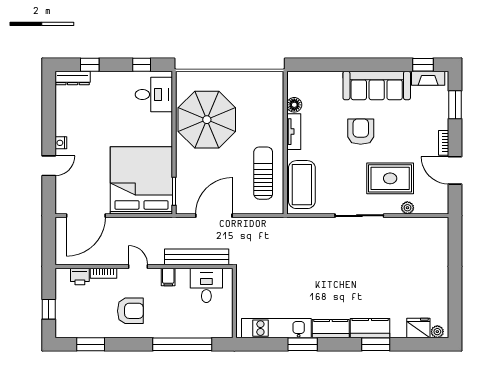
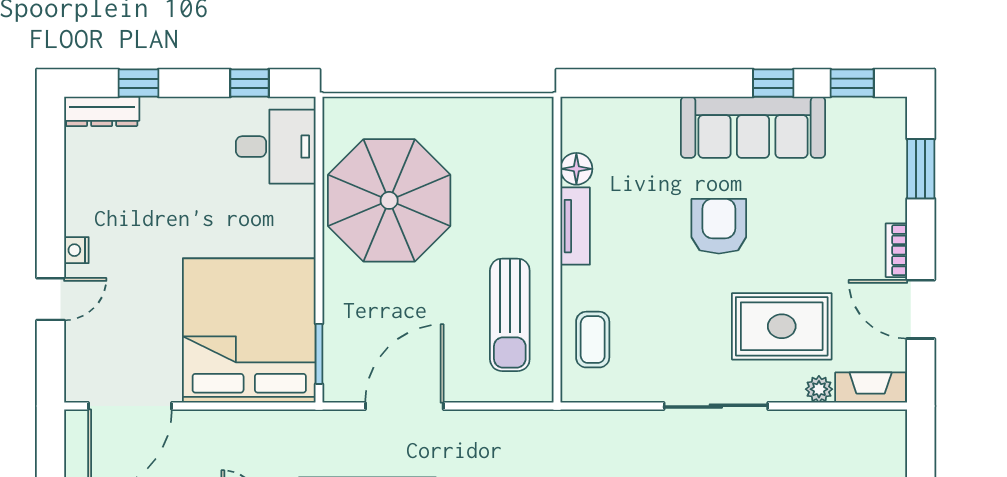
window: (386, 65) -> (773, 83), added
fireplace: (428, 78) -> (871, 388), moved, turned 180
sun lounger: (263, 173) -> (510, 315), turned 180
coffee table: (302, 185) -> (593, 340), width x0.54, depth x0.58

